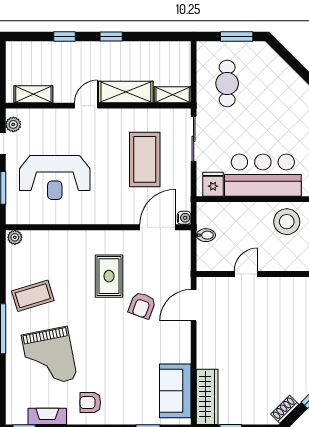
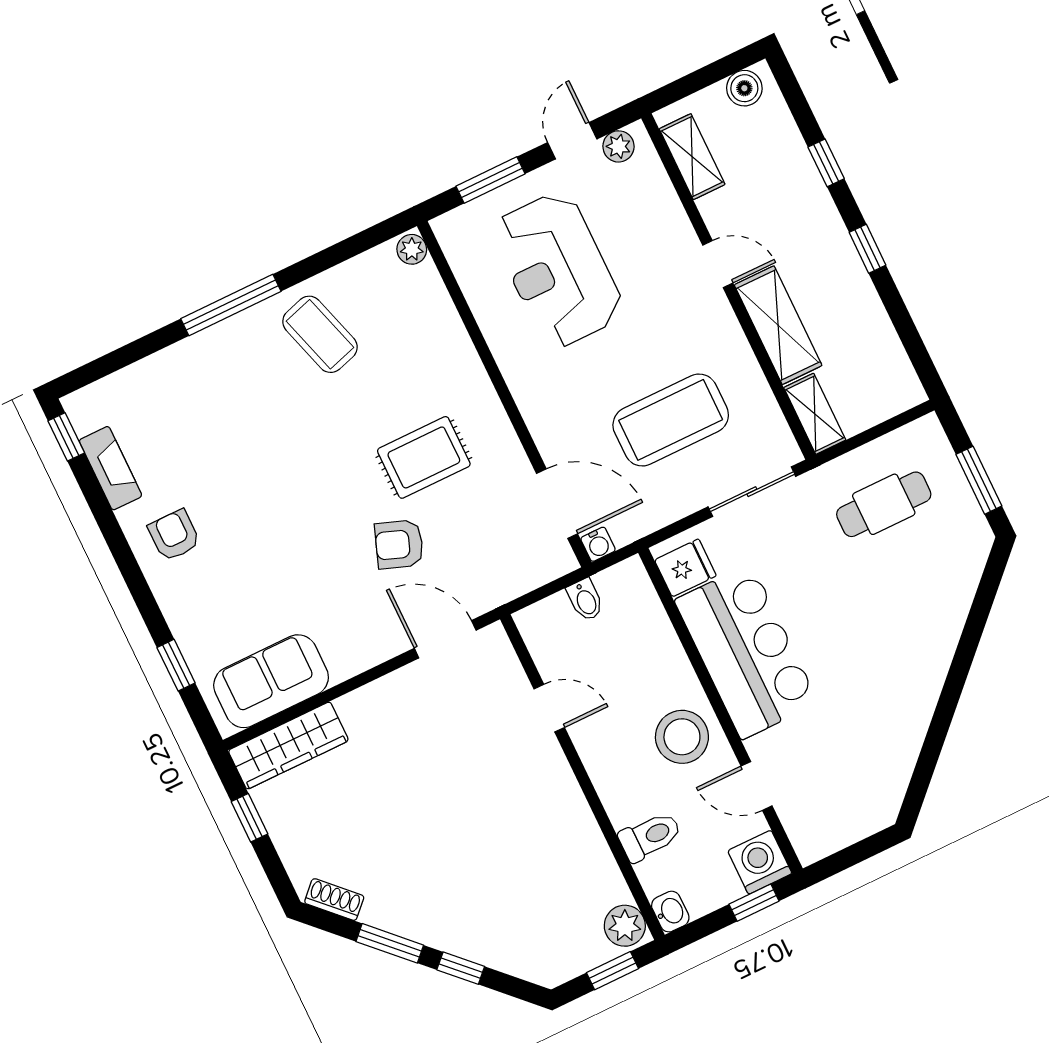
boiler: (14, 57) -> (744, 88), added
grand piano: (49, 357) -> (222, 419), removed

